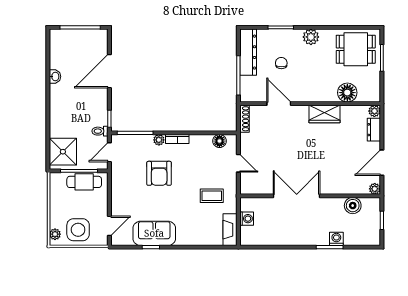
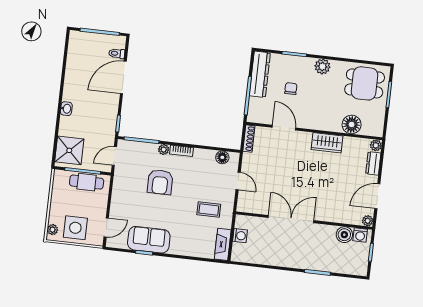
washbasin: (55, 77) -> (66, 109), moved
toilet: (100, 131) -> (117, 53), moved
washing machine: (336, 239) -> (360, 235), moved, turned 180

